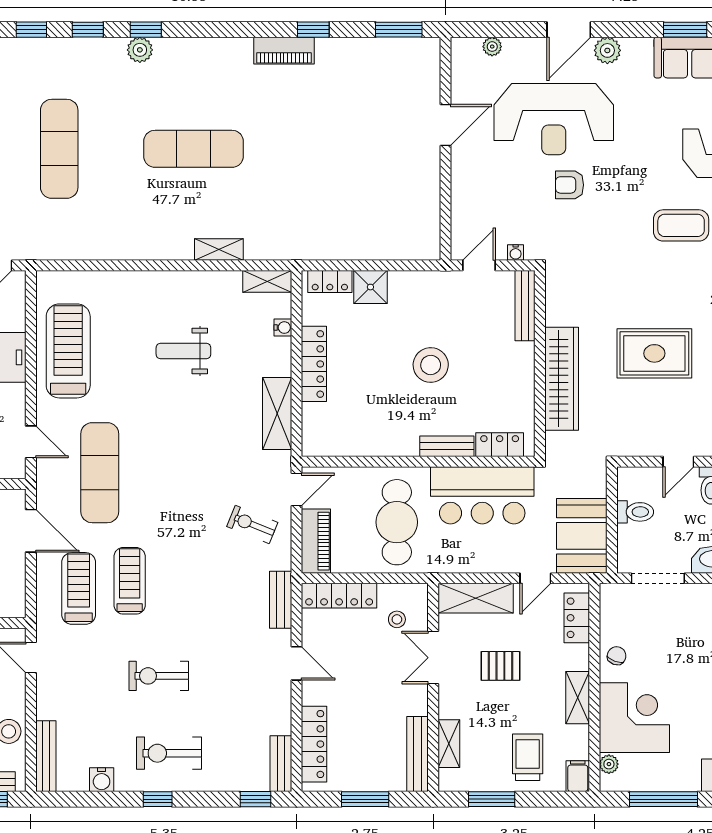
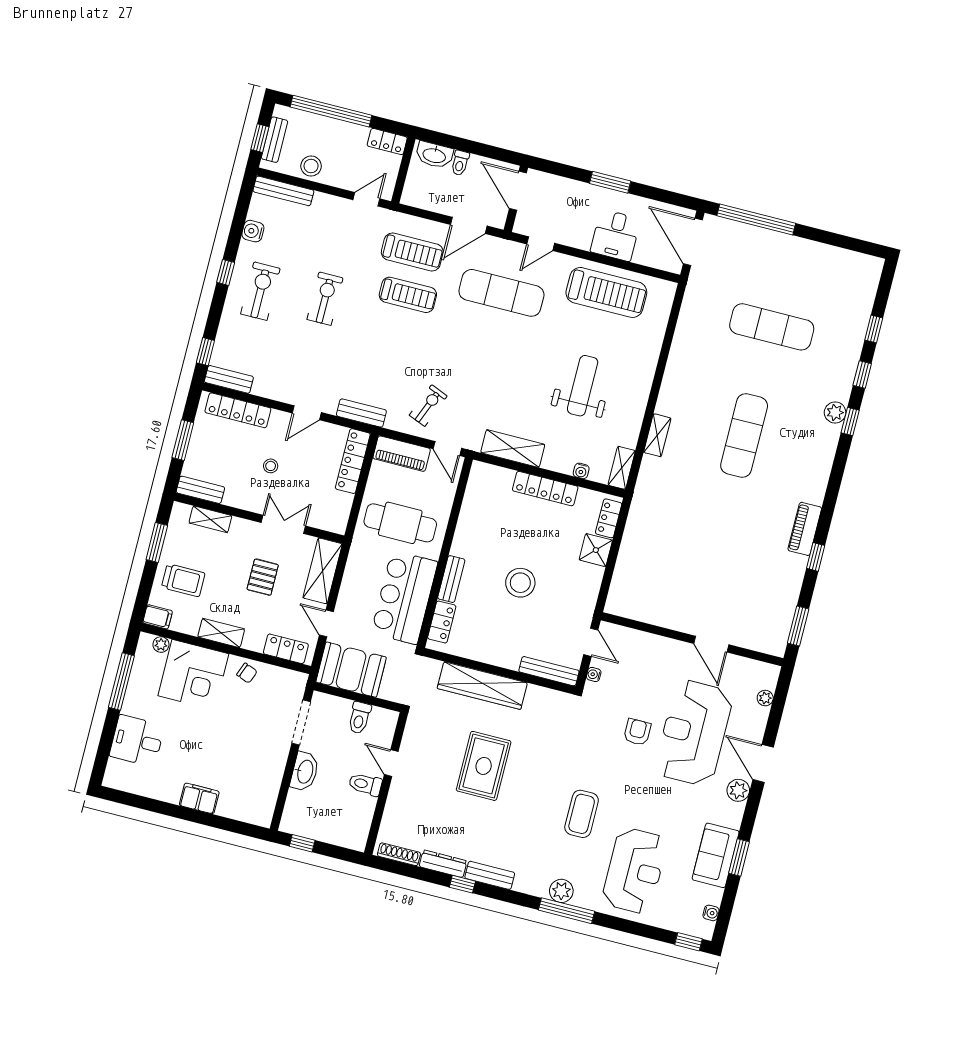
weight bench: (183, 351) -> (583, 386), width x1.36, depth x1.33
stool: (397, 619) -> (271, 466), moved
bench: (418, 754) -> (200, 490), width x0.73

